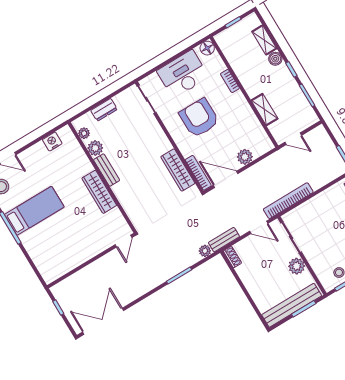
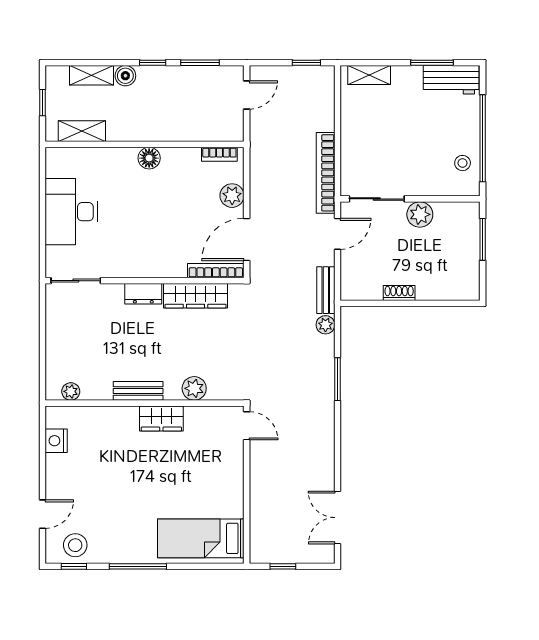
floor lamp: (207, 48) -> (149, 158), moved
bookcase: (230, 81) -> (219, 154), moved
dresser: (104, 110) -> (143, 294), moved, turned 90
shelving: (264, 110) -> (82, 131), moved
armchair: (199, 118) -> (143, 225), removed
door: (293, 139) -> (247, 95), moved
plant: (95, 148) -> (194, 388), moved
wardrobe: (99, 192) -> (161, 418), width x0.67
bed: (34, 211) -> (201, 538), moved, turned -90
shoe rack: (232, 257) -> (399, 293), moved
bench: (292, 305) -> (468, 253), removed
double door: (103, 321) -> (337, 518), width x0.73

